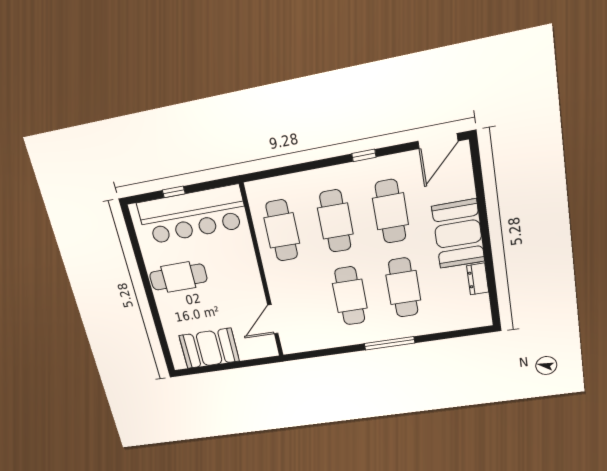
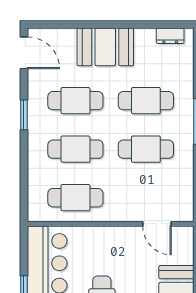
window: (364, 155) -> (24, 115), width x1.50
dresser: (478, 279) -> (170, 36), moved

